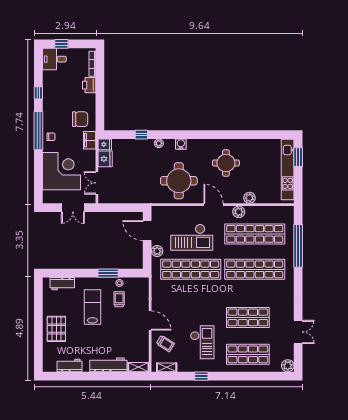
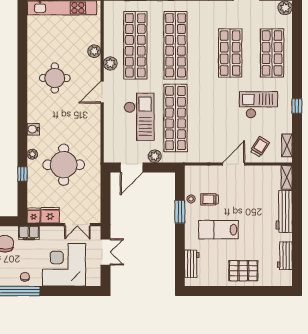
round table: (179, 181) -> (64, 165), moved

